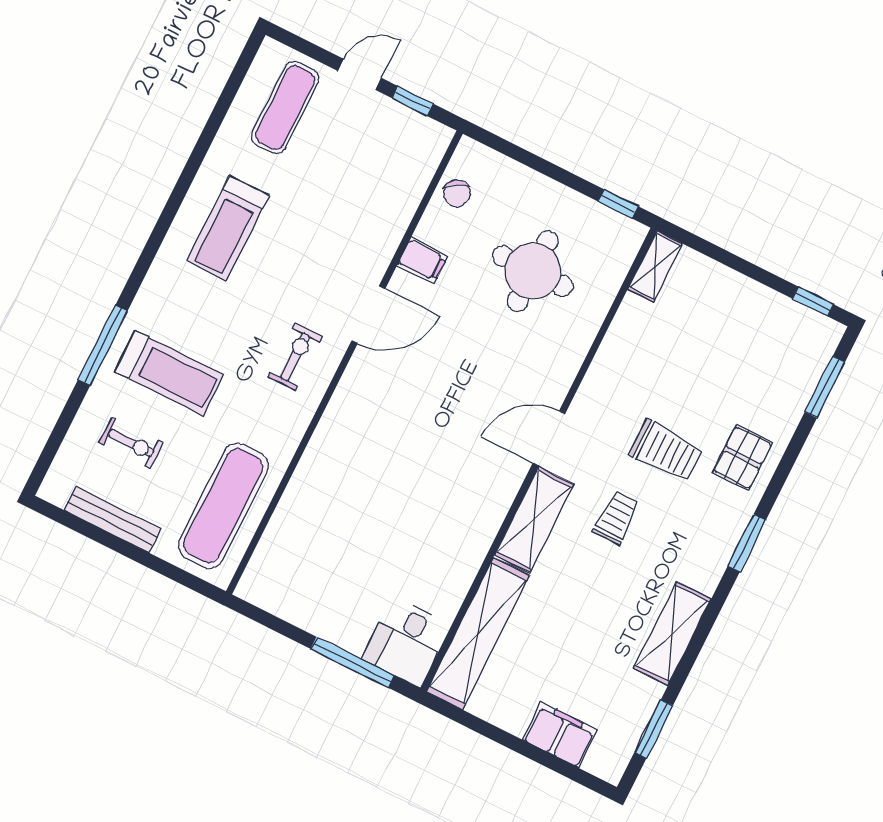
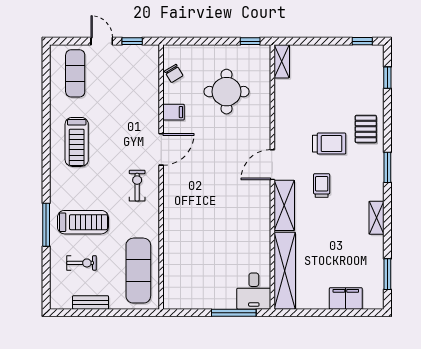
door: (360, 74) -> (102, 41), hinge flipped
window: (825, 387) -> (387, 78), width x0.67
bench: (112, 519) -> (91, 302), width x0.73
shelving: (672, 634) -> (376, 218), width x0.67, depth x0.75

